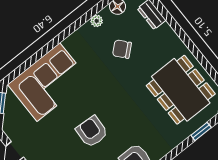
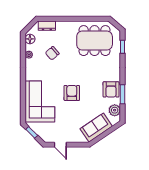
armchair: (92, 132) -> (72, 93), moved, turned 87

